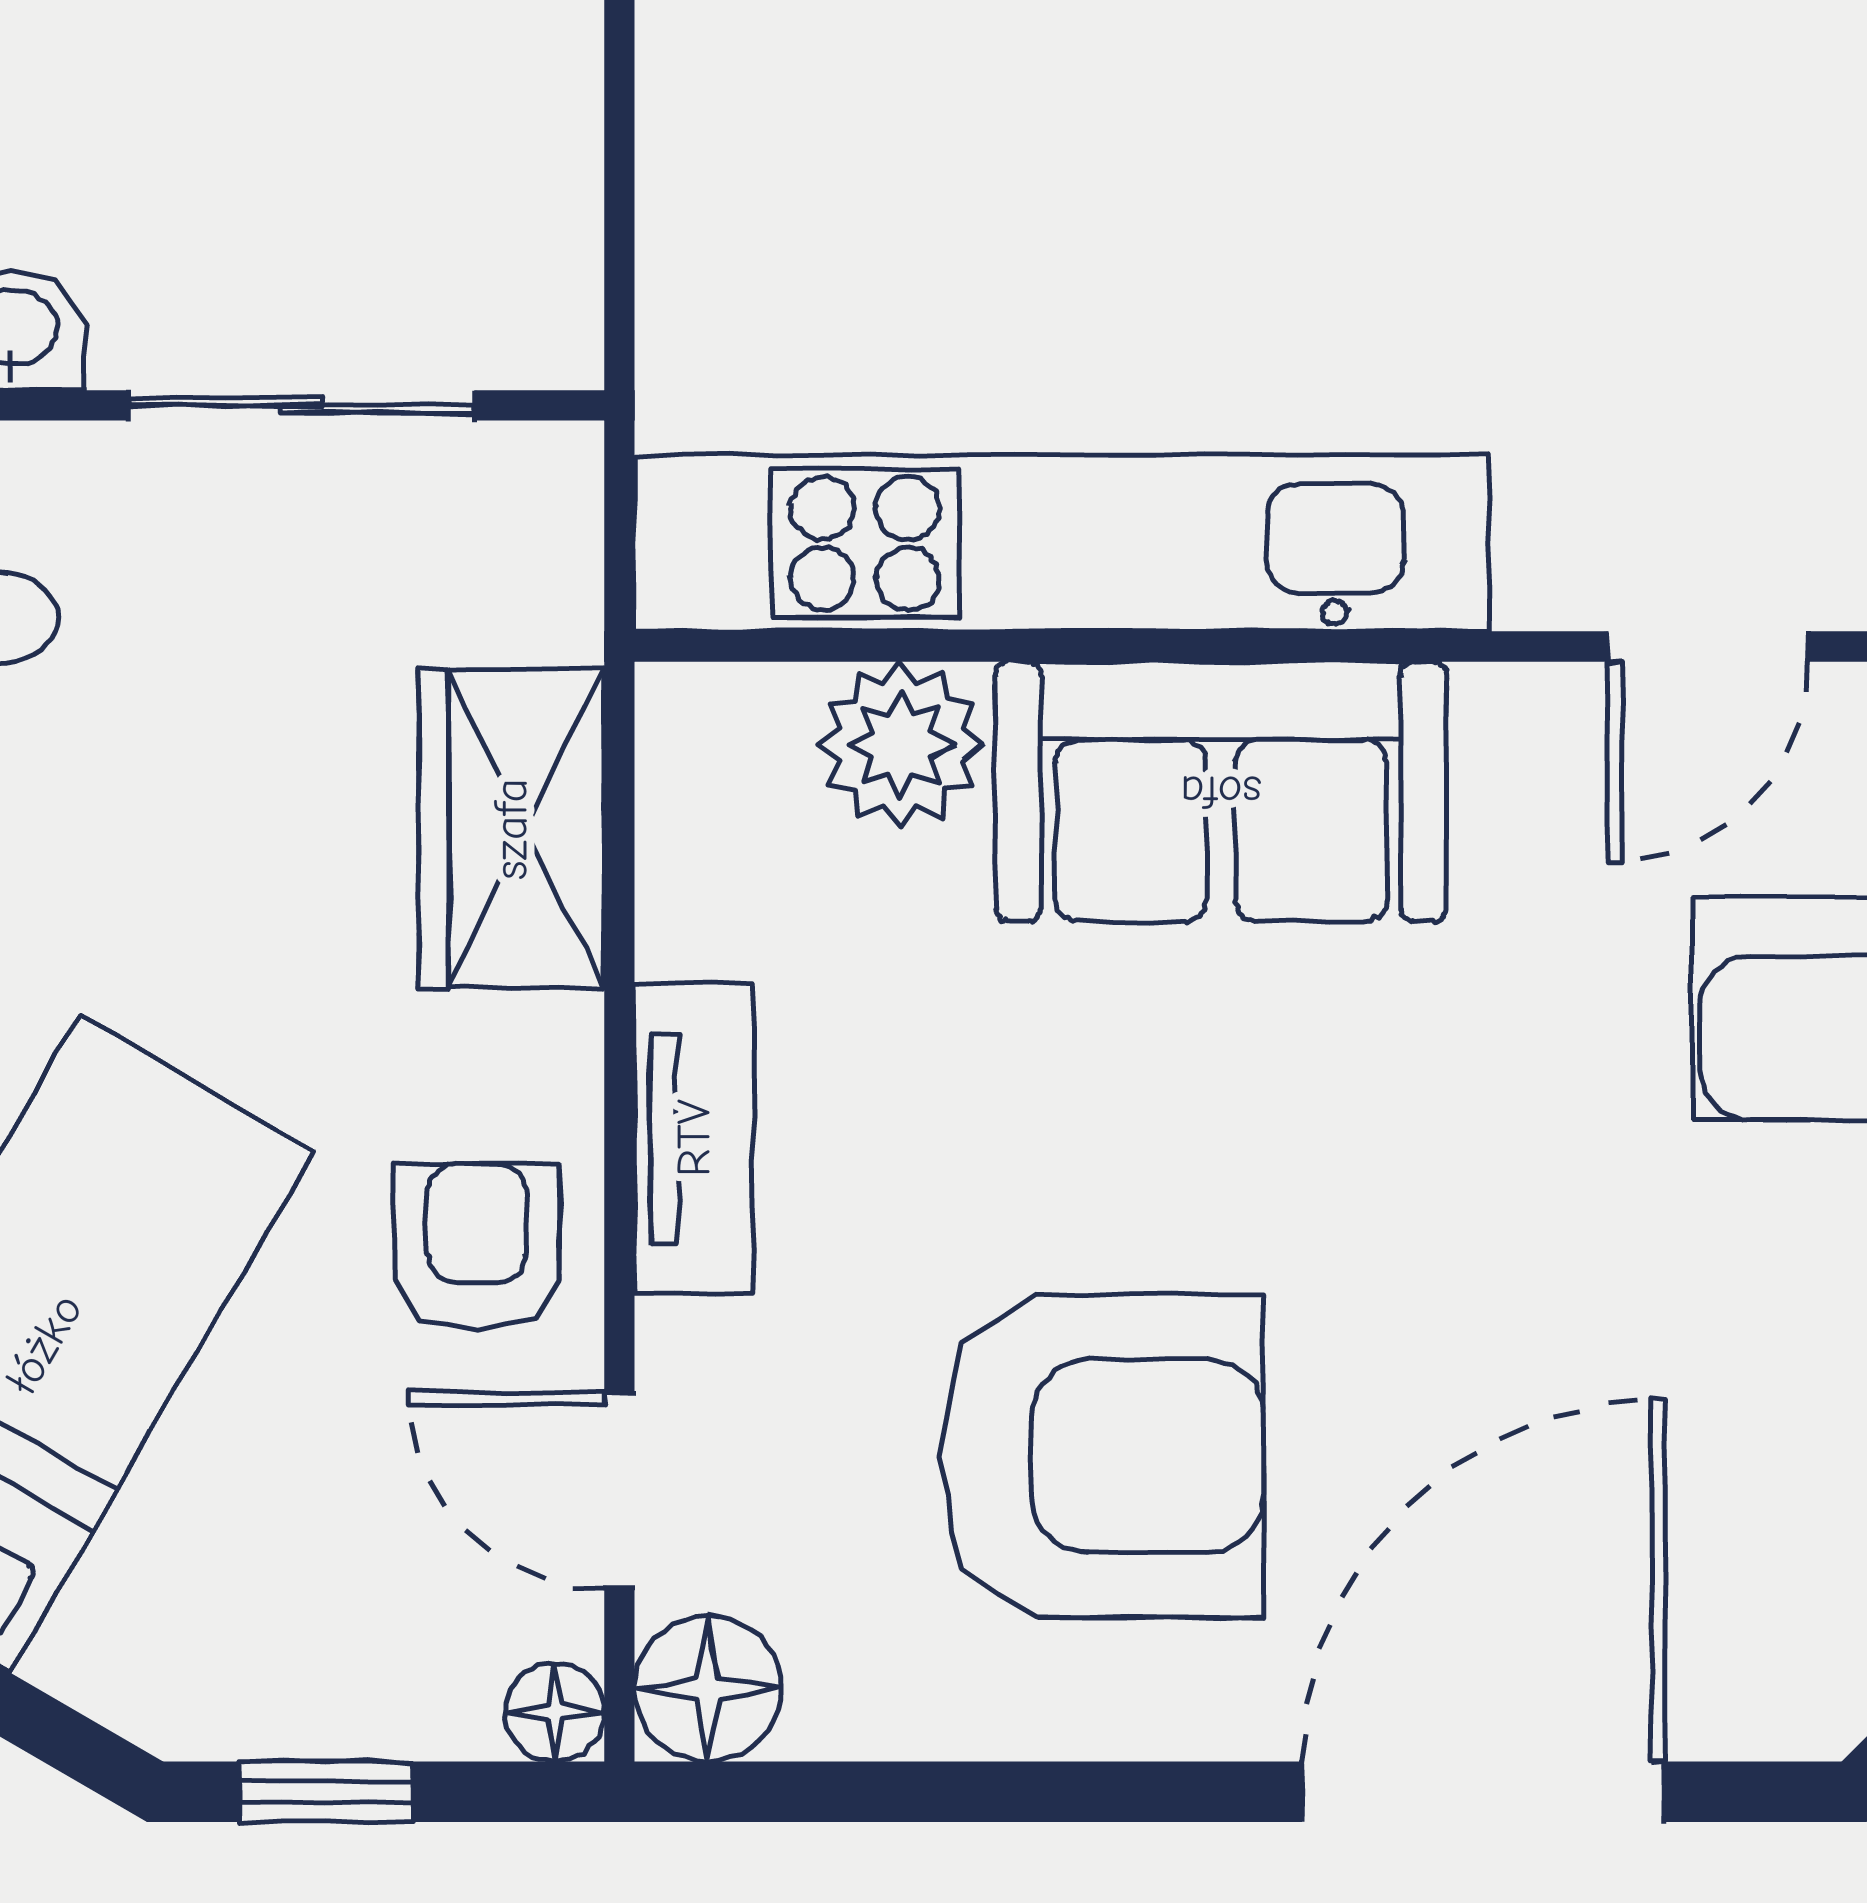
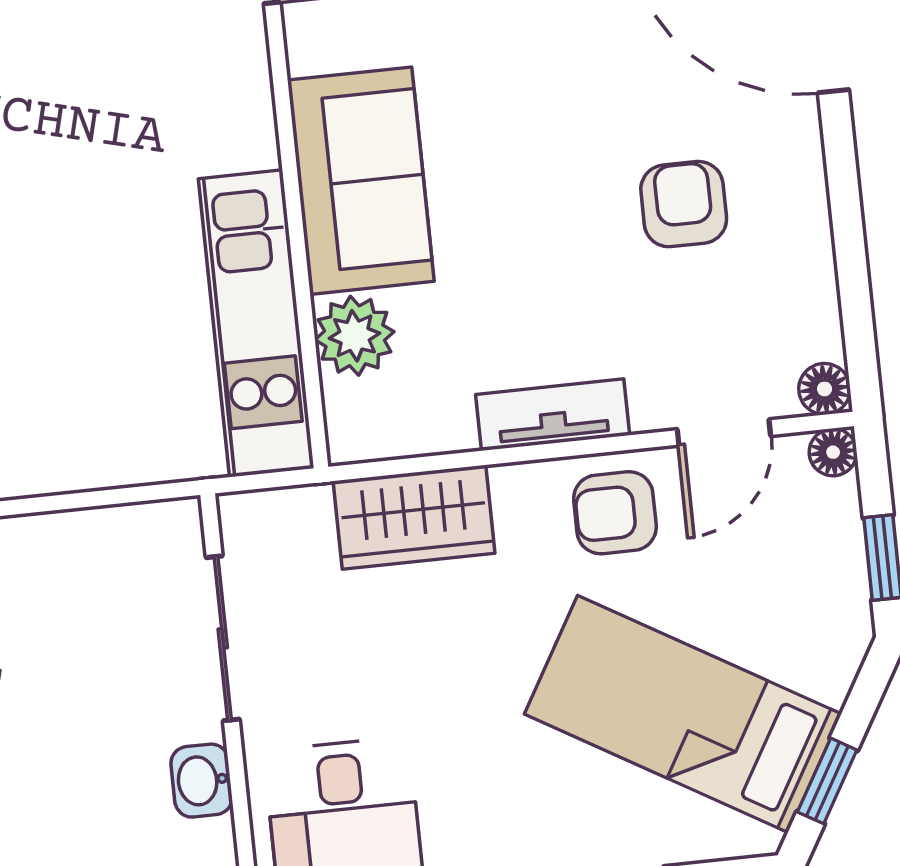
kitchen unit: (1062, 543) -> (256, 323), width x0.73
armchair: (1102, 1456) -> (684, 204), width x0.53, depth x0.53
floor lamp: (708, 1688) -> (824, 389), width x0.73, depth x0.73

